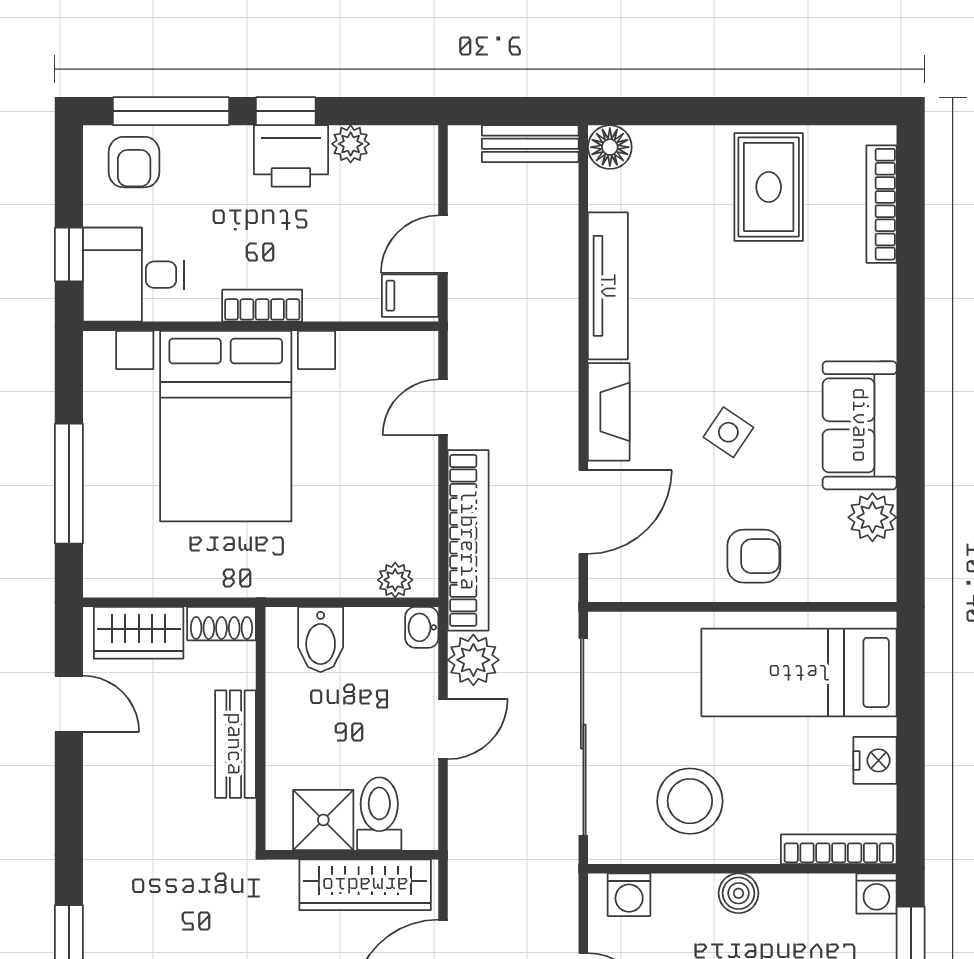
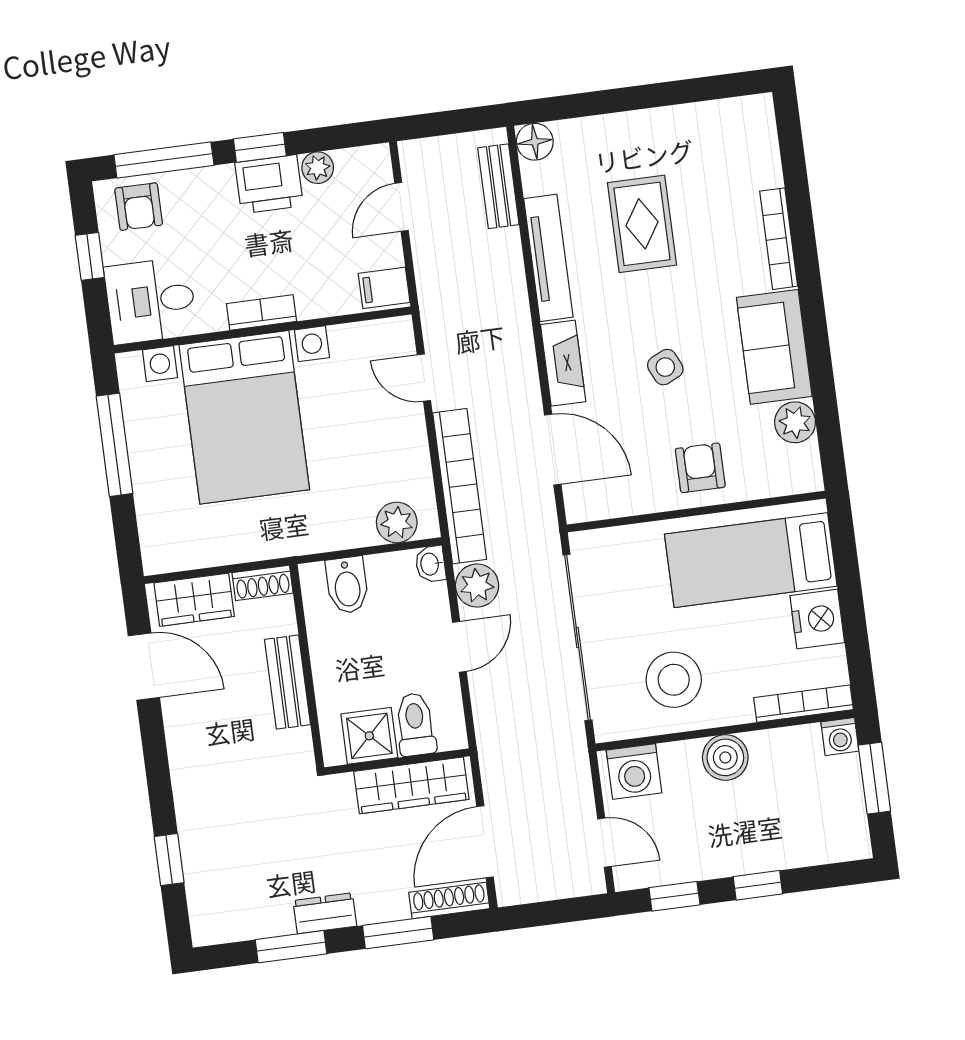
bench: (530, 144) -> (498, 186), moved, turned 90
rug: (769, 187) -> (642, 224), moved
bookcase: (882, 204) -> (779, 239), moved
door: (443, 244) -> (401, 207), moved
window: (69, 255) -> (90, 256), moved
door: (443, 407) -> (424, 378), hinge flipped
side table: (728, 432) -> (665, 367), turned 31
window: (69, 484) -> (115, 445), moved
door: (583, 512) -> (553, 450), hinge flipped
armchair: (754, 556) -> (700, 468), turned -90
plant: (395, 580) -> (397, 522), width x1.38, depth x1.38
door: (69, 704) -> (144, 667), width x1.38
nightstand: (875, 760) -> (817, 619), width x1.36, depth x1.33
boiler: (739, 893) -> (725, 757), width x1.36, depth x1.36
washing machine: (629, 895) -> (634, 771), width x1.38, depth x1.38

